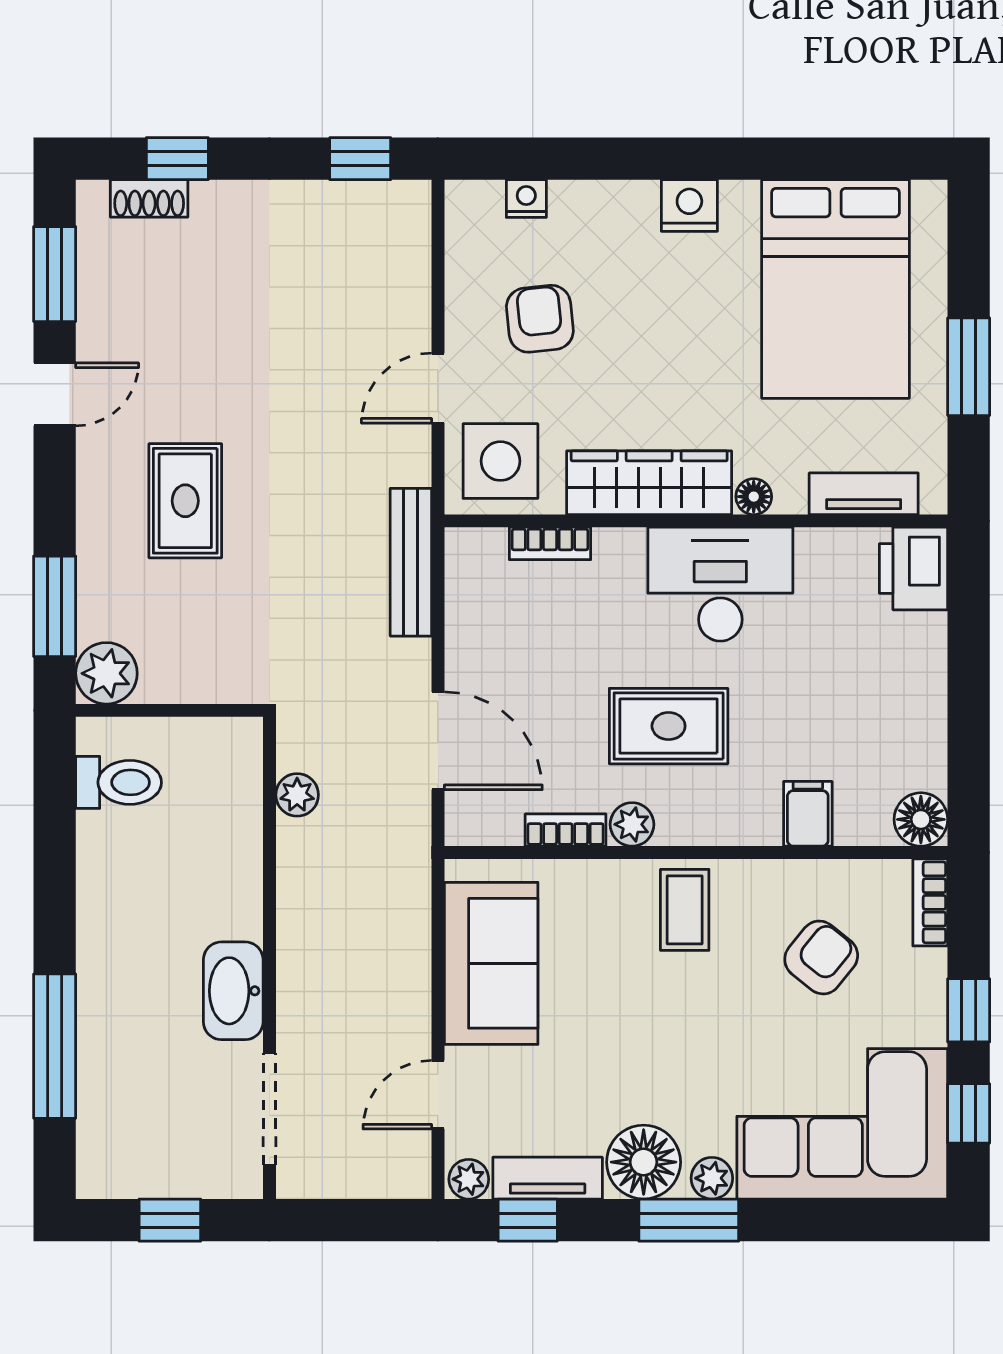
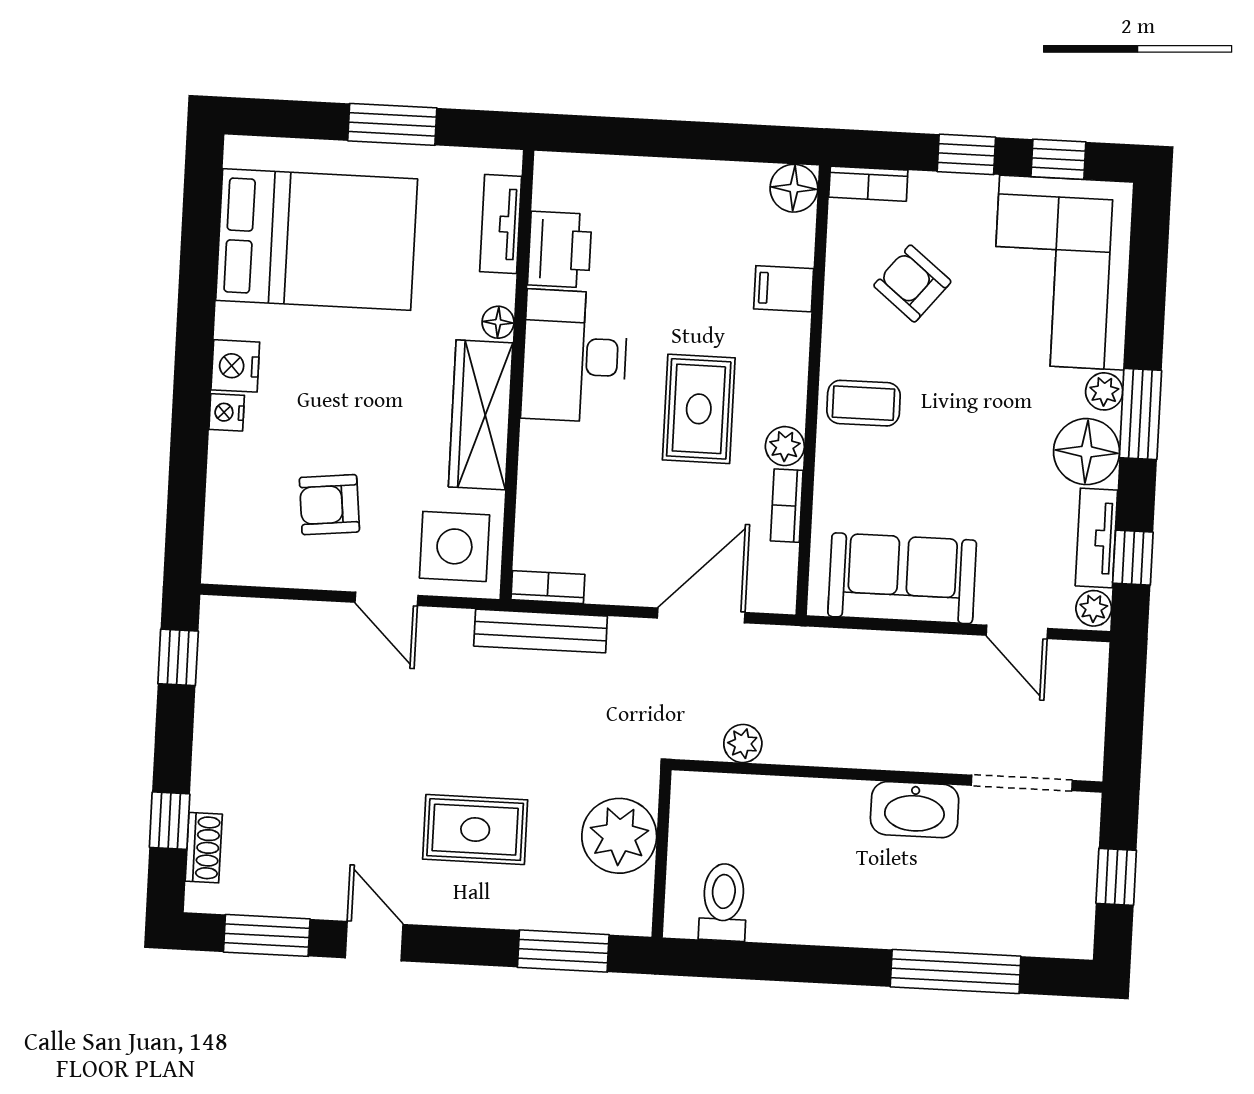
nightstand: (526, 199) -> (227, 412), moved
bookcase: (550, 543) -> (548, 587), moved, turned -90
printer: (913, 568) -> (560, 250), moved, turned -90
plant: (106, 673) -> (619, 836), moved, width x1.36, depth x1.36

